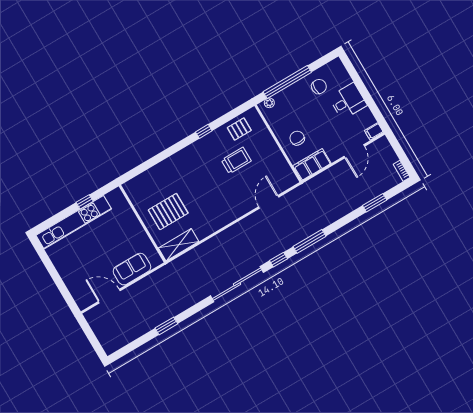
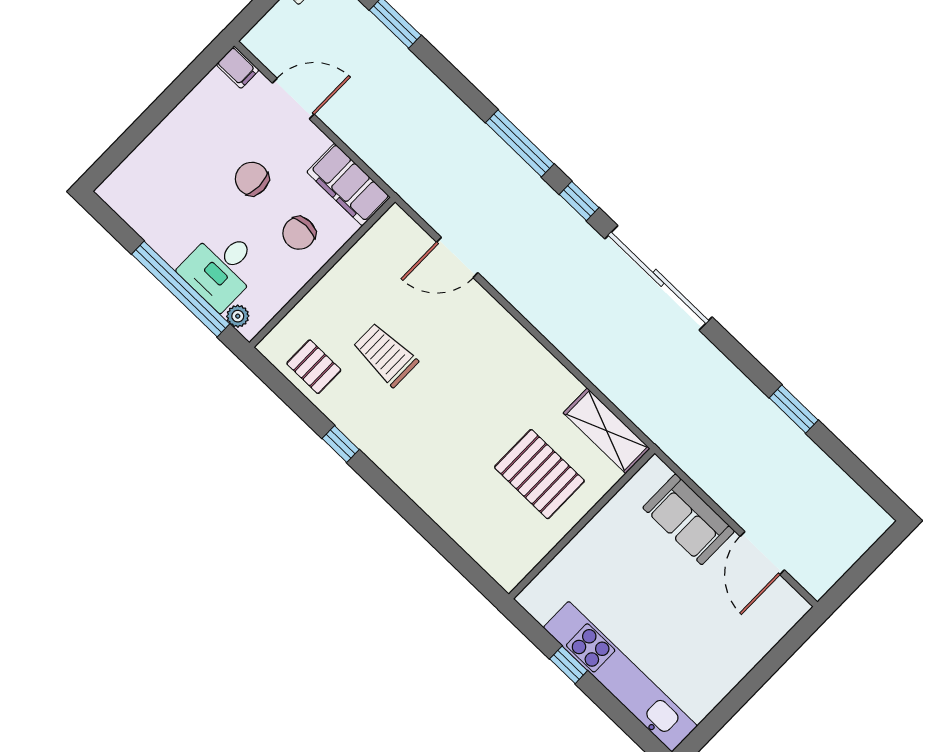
chair: (319, 87) -> (252, 179), moved
desk: (348, 101) -> (221, 268), moved, turned -90

